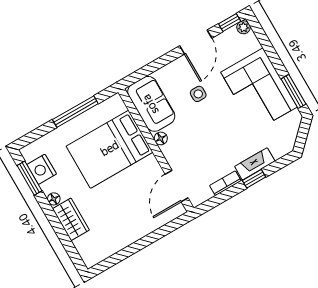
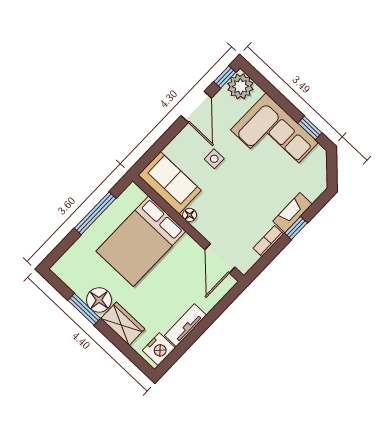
plant: (244, 27) -> (240, 86), width x1.88, depth x1.88
window: (293, 91) -> (310, 128), width x0.67
nightstand: (42, 169) -> (159, 349), moved, turned -90
window: (29, 178) -> (84, 309), moved
floor lamp: (54, 199) -> (99, 300), width x1.89, depth x1.89
tv unit: (128, 238) -> (185, 325), added

